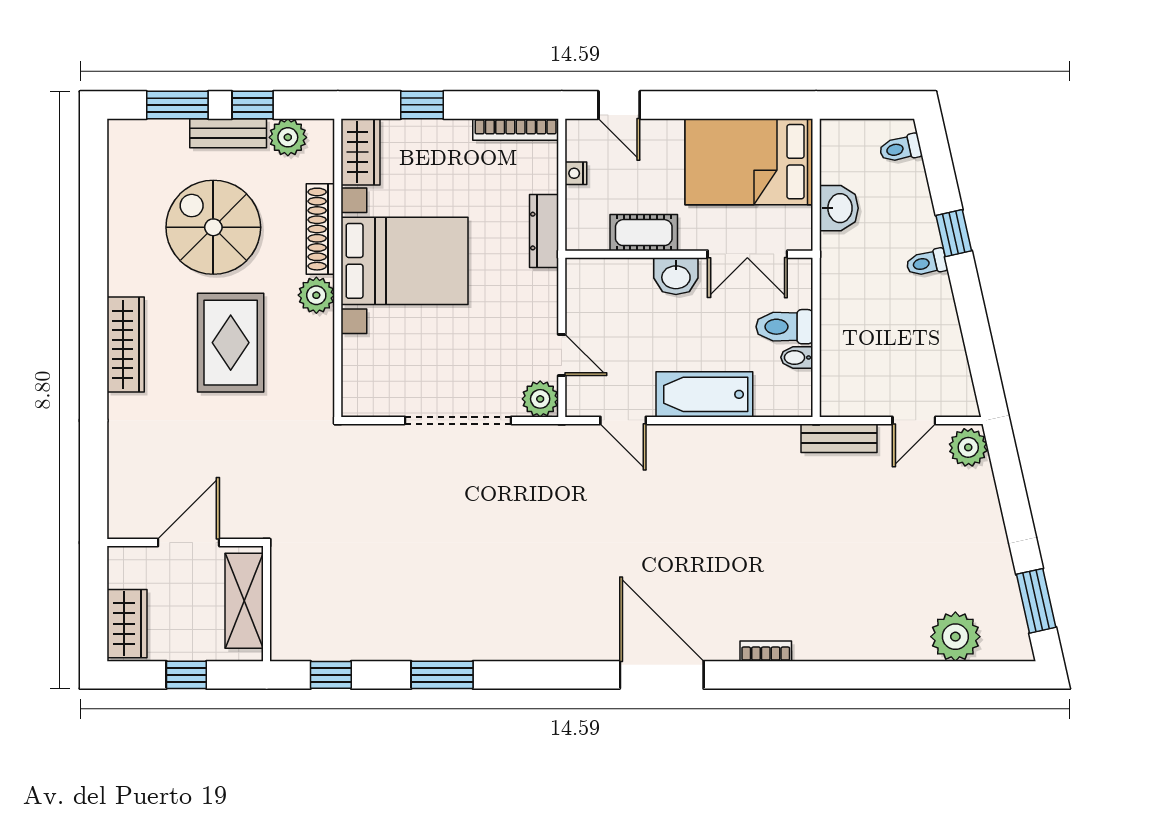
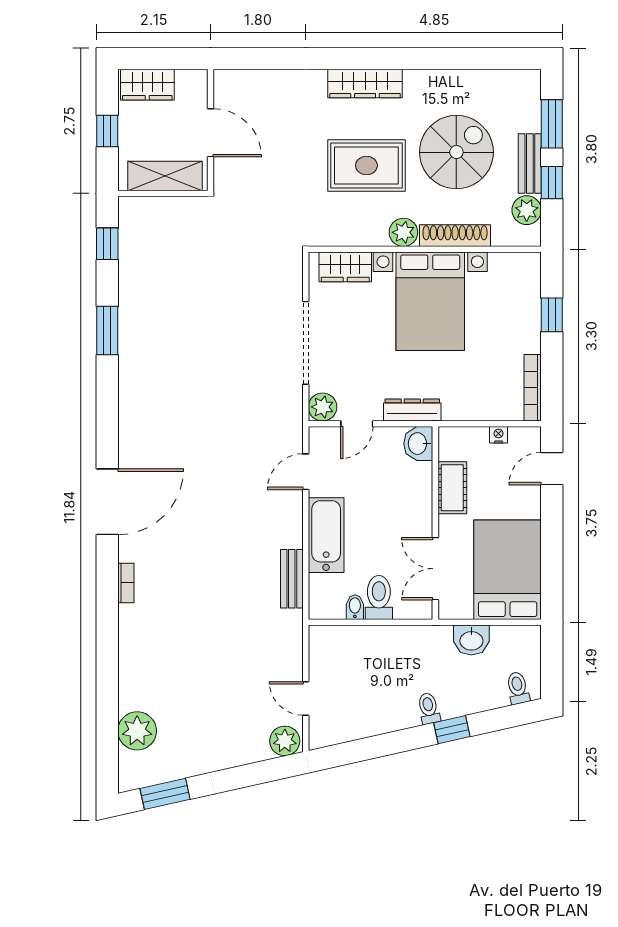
wardrobe: (361, 152) -> (345, 267), moved
dresser: (544, 231) -> (412, 410), moved
washbasin: (676, 276) -> (418, 444), moved
bench: (839, 438) -> (292, 579), moved

